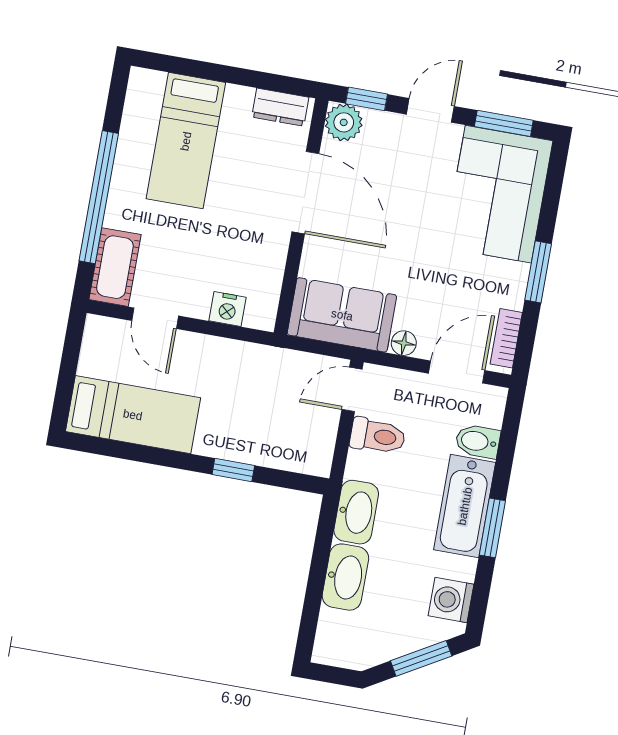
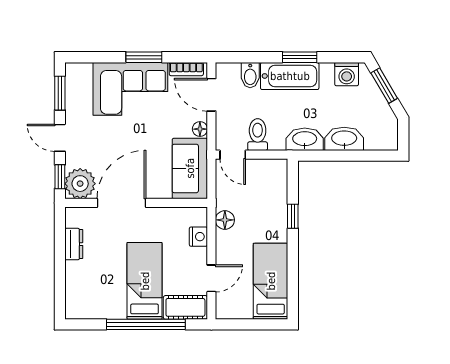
dresser: (280, 107) -> (74, 244), moved
plant: (344, 122) -> (80, 184), width x1.36, depth x1.36
bed: (186, 141) -> (145, 281), moved, turned -90
corner sofa: (498, 194) -> (130, 89), moved
floor lamp: (247, 357) -> (225, 220), added

